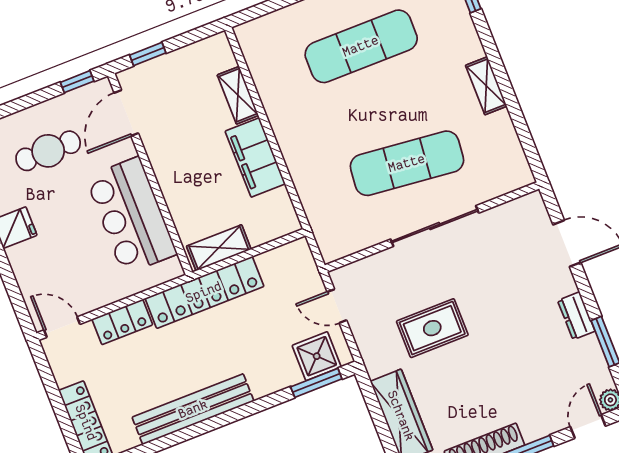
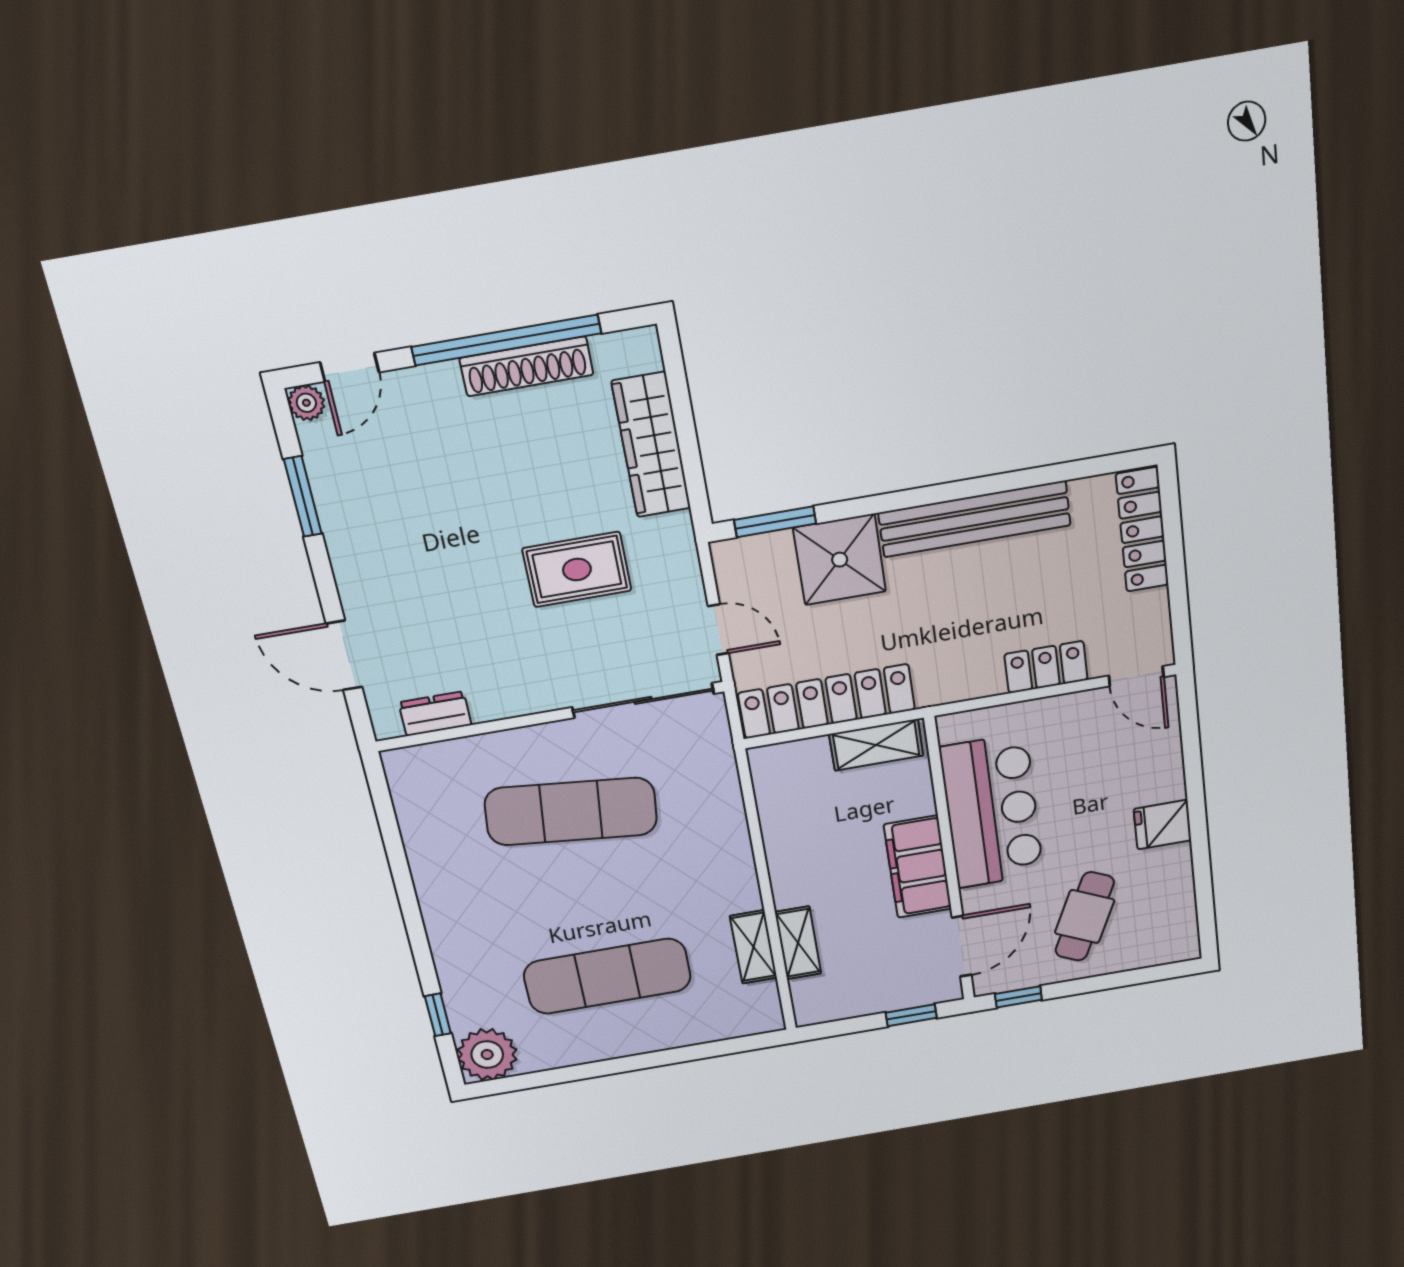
shelving: (486, 86) -> (753, 947), moved
cafe table: (48, 151) -> (1085, 917), turned -65
filing cabinet: (255, 157) -> (918, 867), moved, turned 180
sliding door: (435, 226) -> (643, 700), moved
locker: (204, 292) -> (827, 701), moved
dresser: (576, 316) -> (435, 714), moved, turned -90
shower: (317, 356) -> (840, 560), moved, width x1.36, depth x1.36

